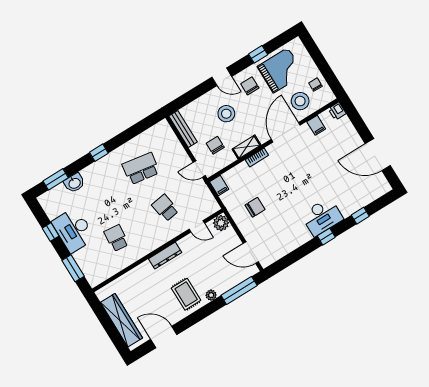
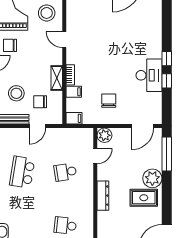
stool: (226, 114) -> (16, 93), moved
filing cabinet: (316, 125) -> (74, 92), moved
door: (286, 132) -> (64, 40), width x0.53
door: (199, 169) -> (37, 126), moved
window: (360, 216) -> (167, 81), moved
desk: (322, 217) -> (149, 75), moved
plant: (211, 295) -> (152, 178), width x1.87, depth x1.87

